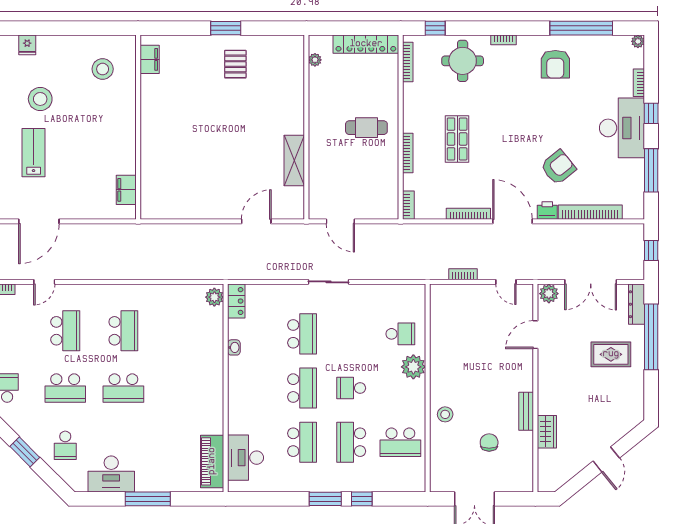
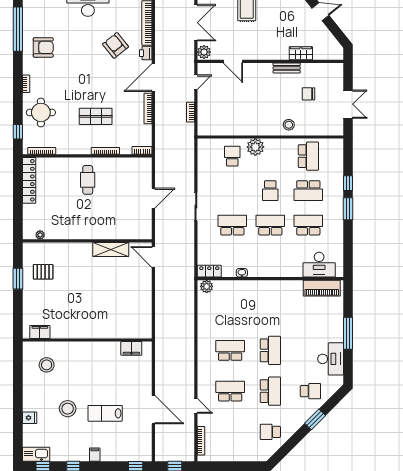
plant: (315, 60) -> (40, 235), moved
wall: (306, 127) -> (87, 241), moved
shelving: (294, 161) -> (111, 249), moved

